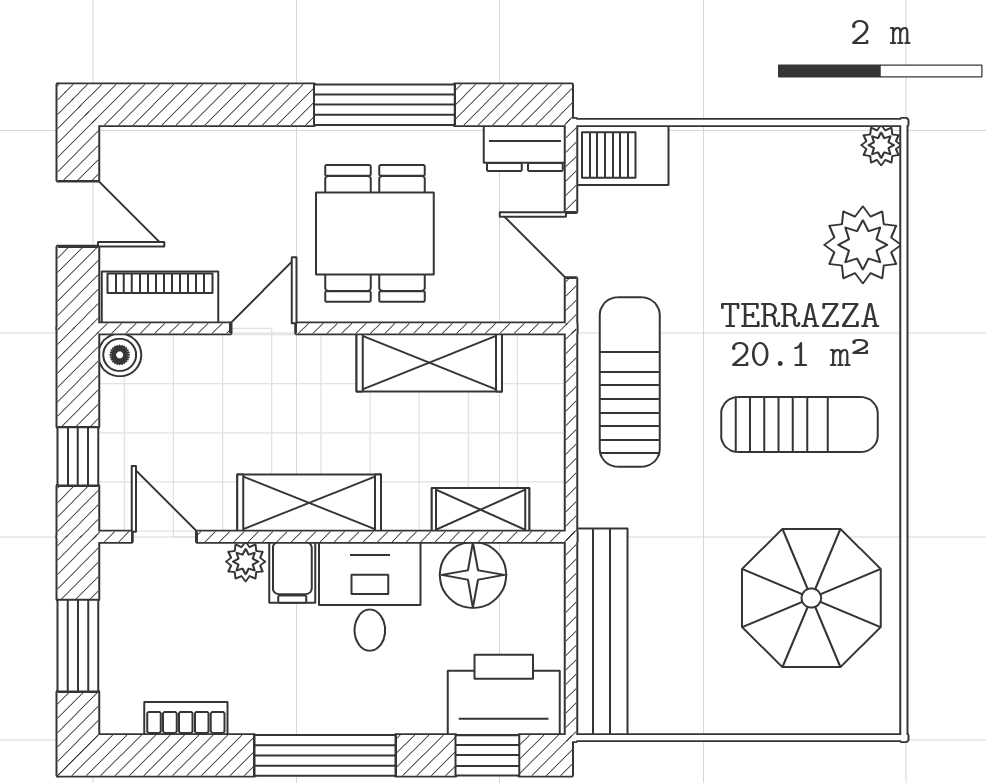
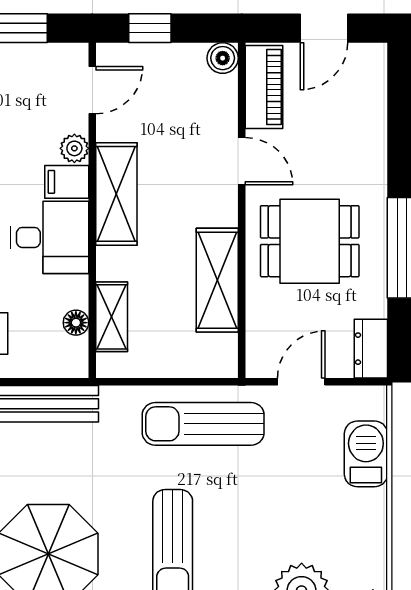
barbecue: (623, 155) -> (366, 454), moved
sun lounger: (630, 382) -> (203, 424), turned 180
floor lamp: (473, 575) -> (76, 323), width x0.53, depth x0.53

